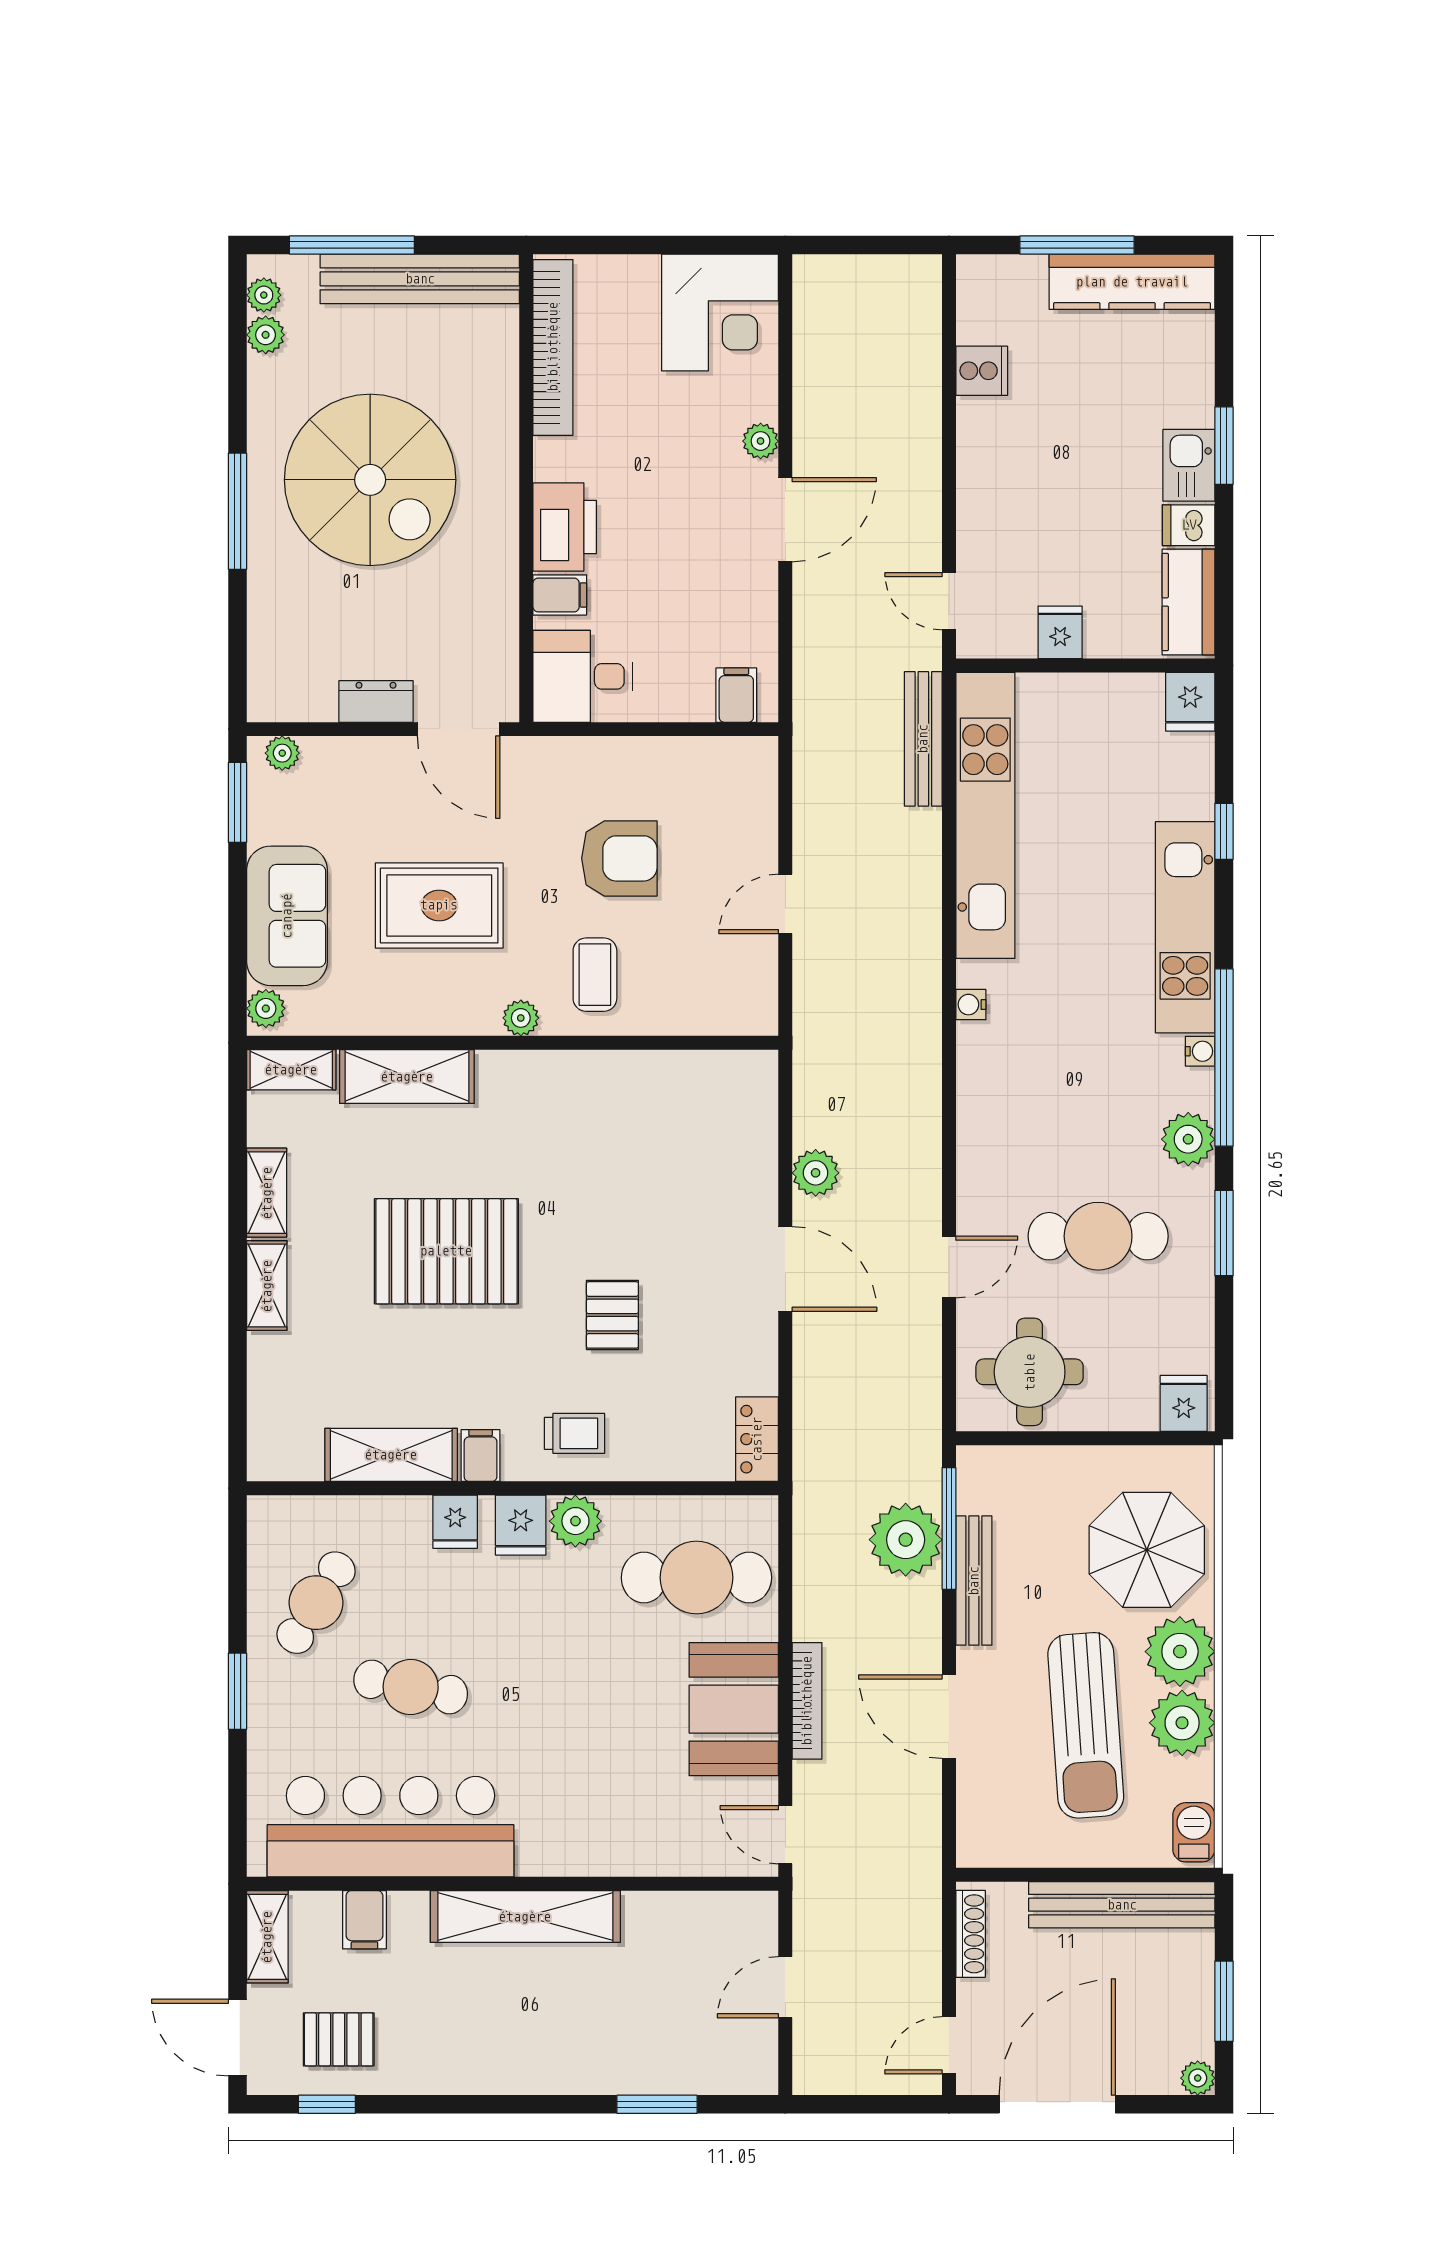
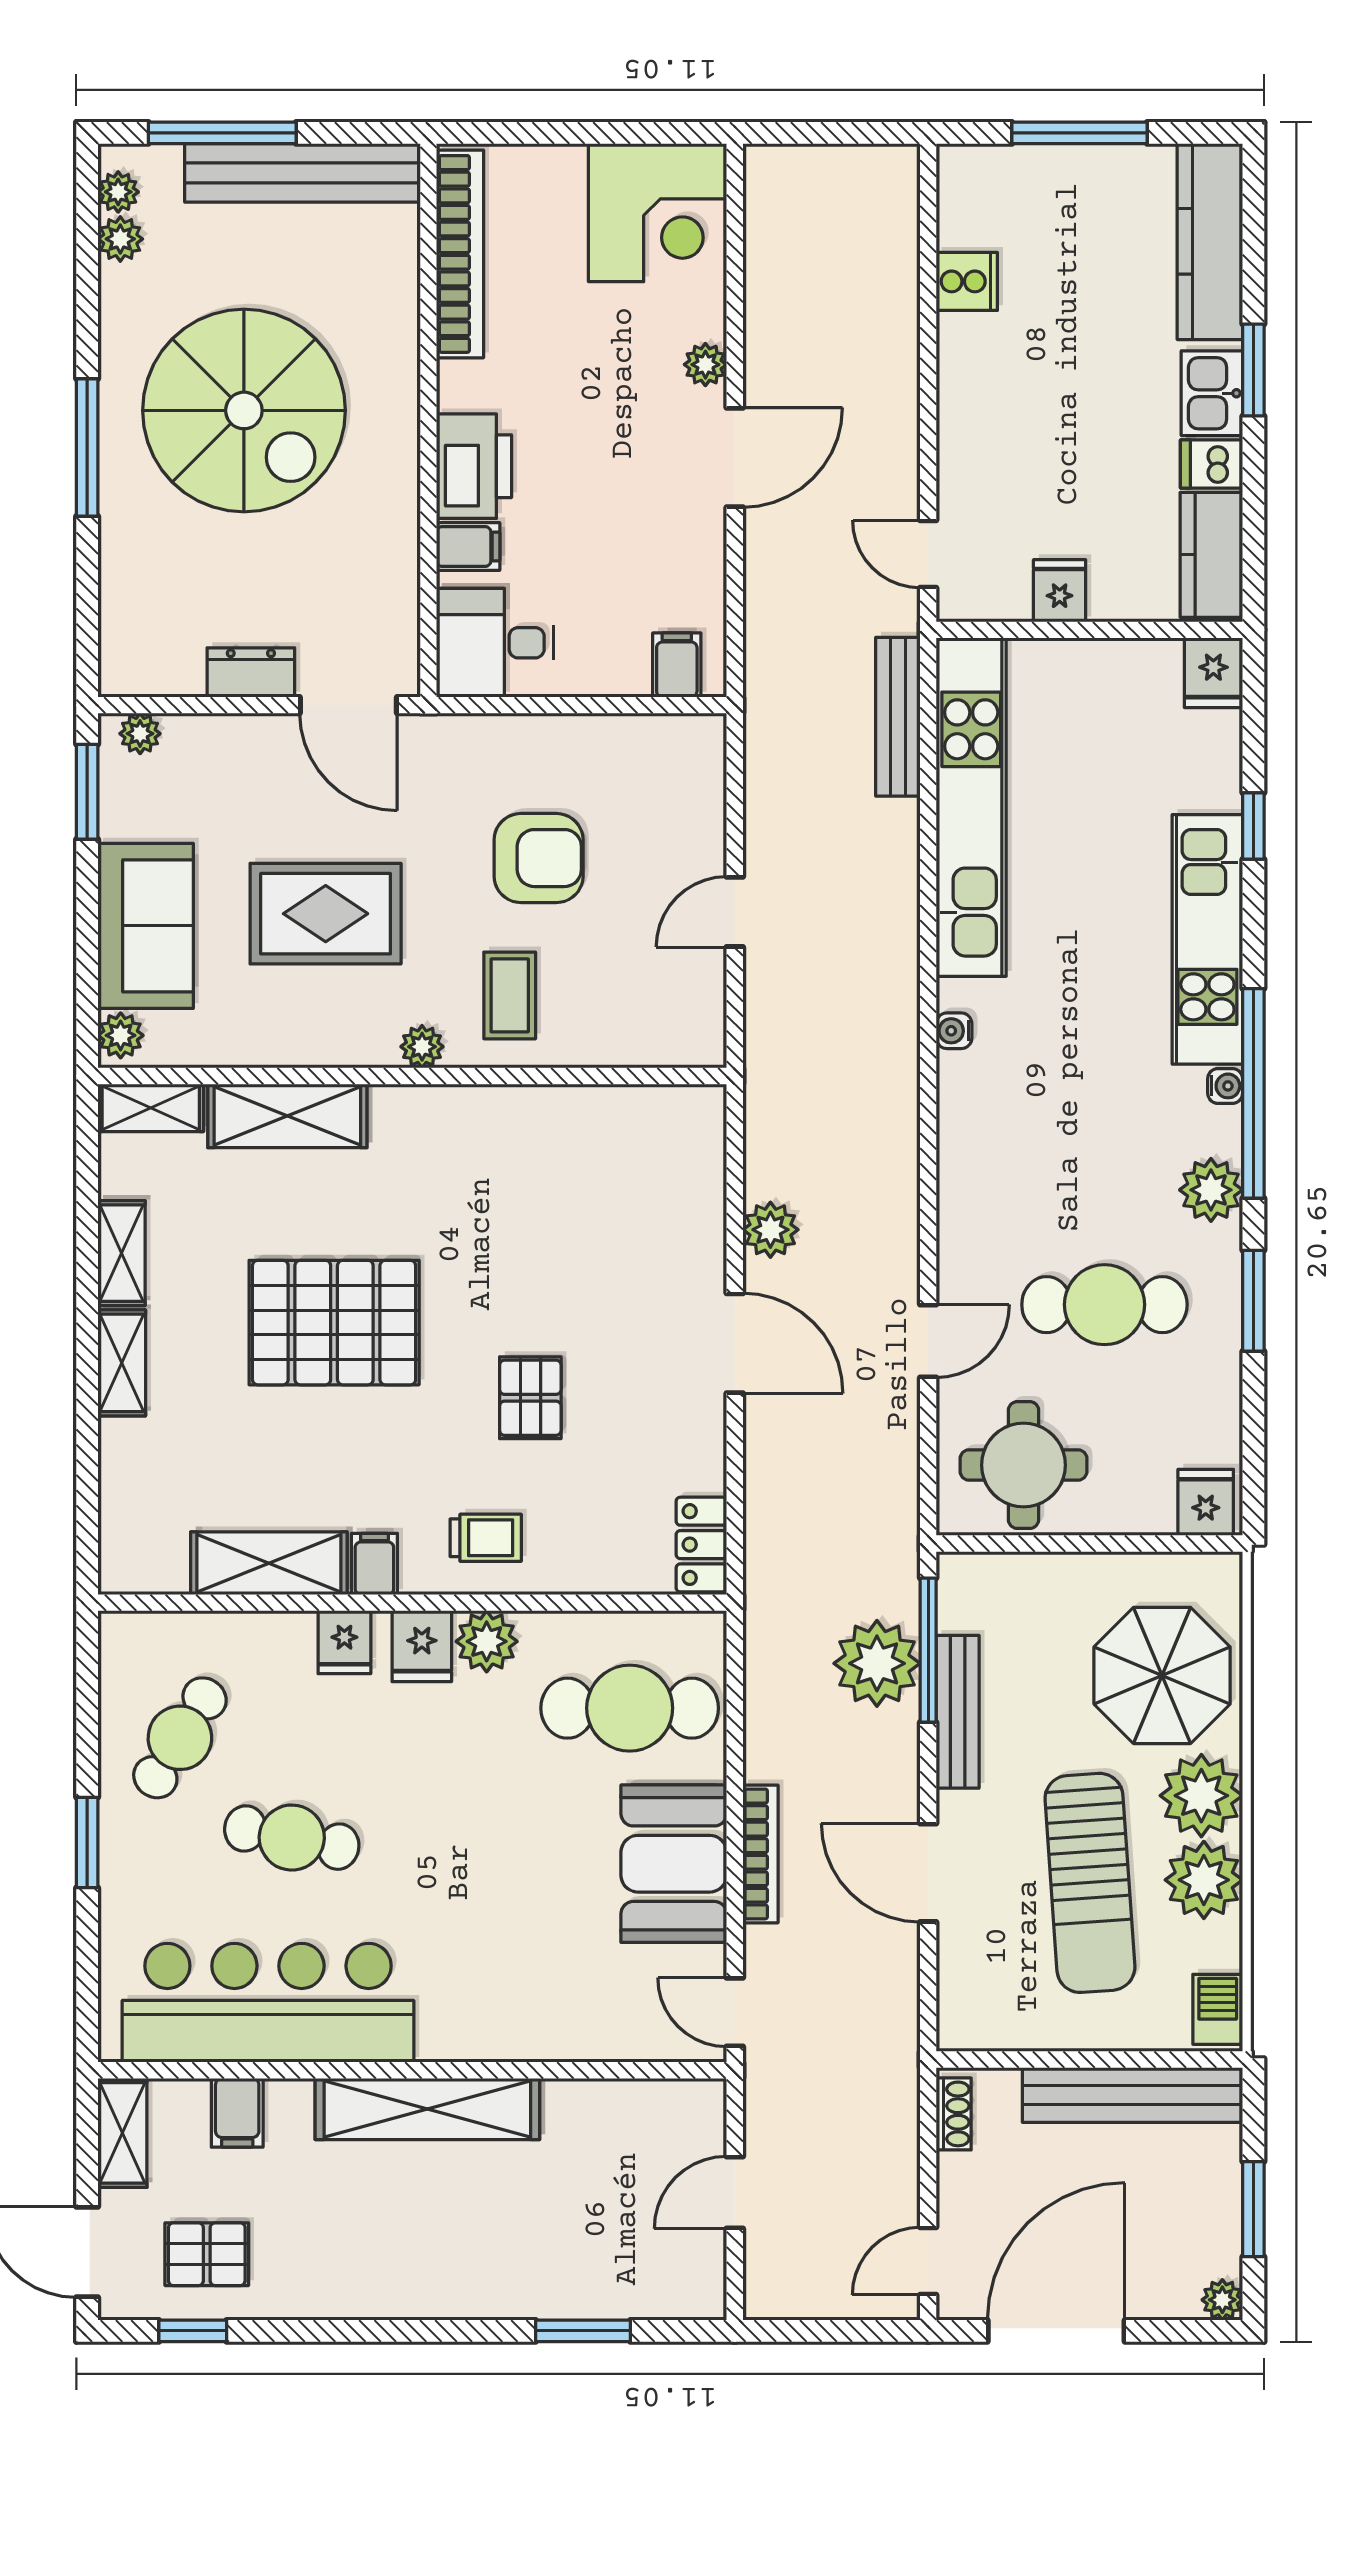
kitchen counter: (1132, 282) -> (1210, 242), moved, turned 90
shoe rack: (971, 1934) -> (954, 2114), width x0.70

